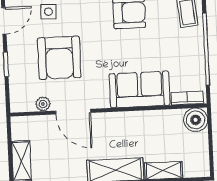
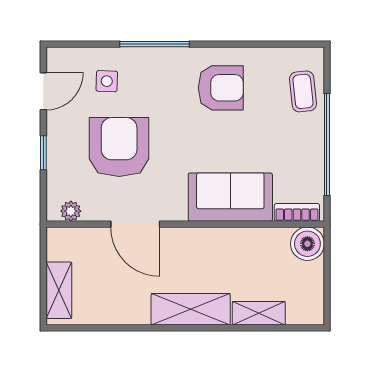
armchair: (59, 58) -> (119, 147), turned 180
plant: (43, 104) -> (71, 211), moved

